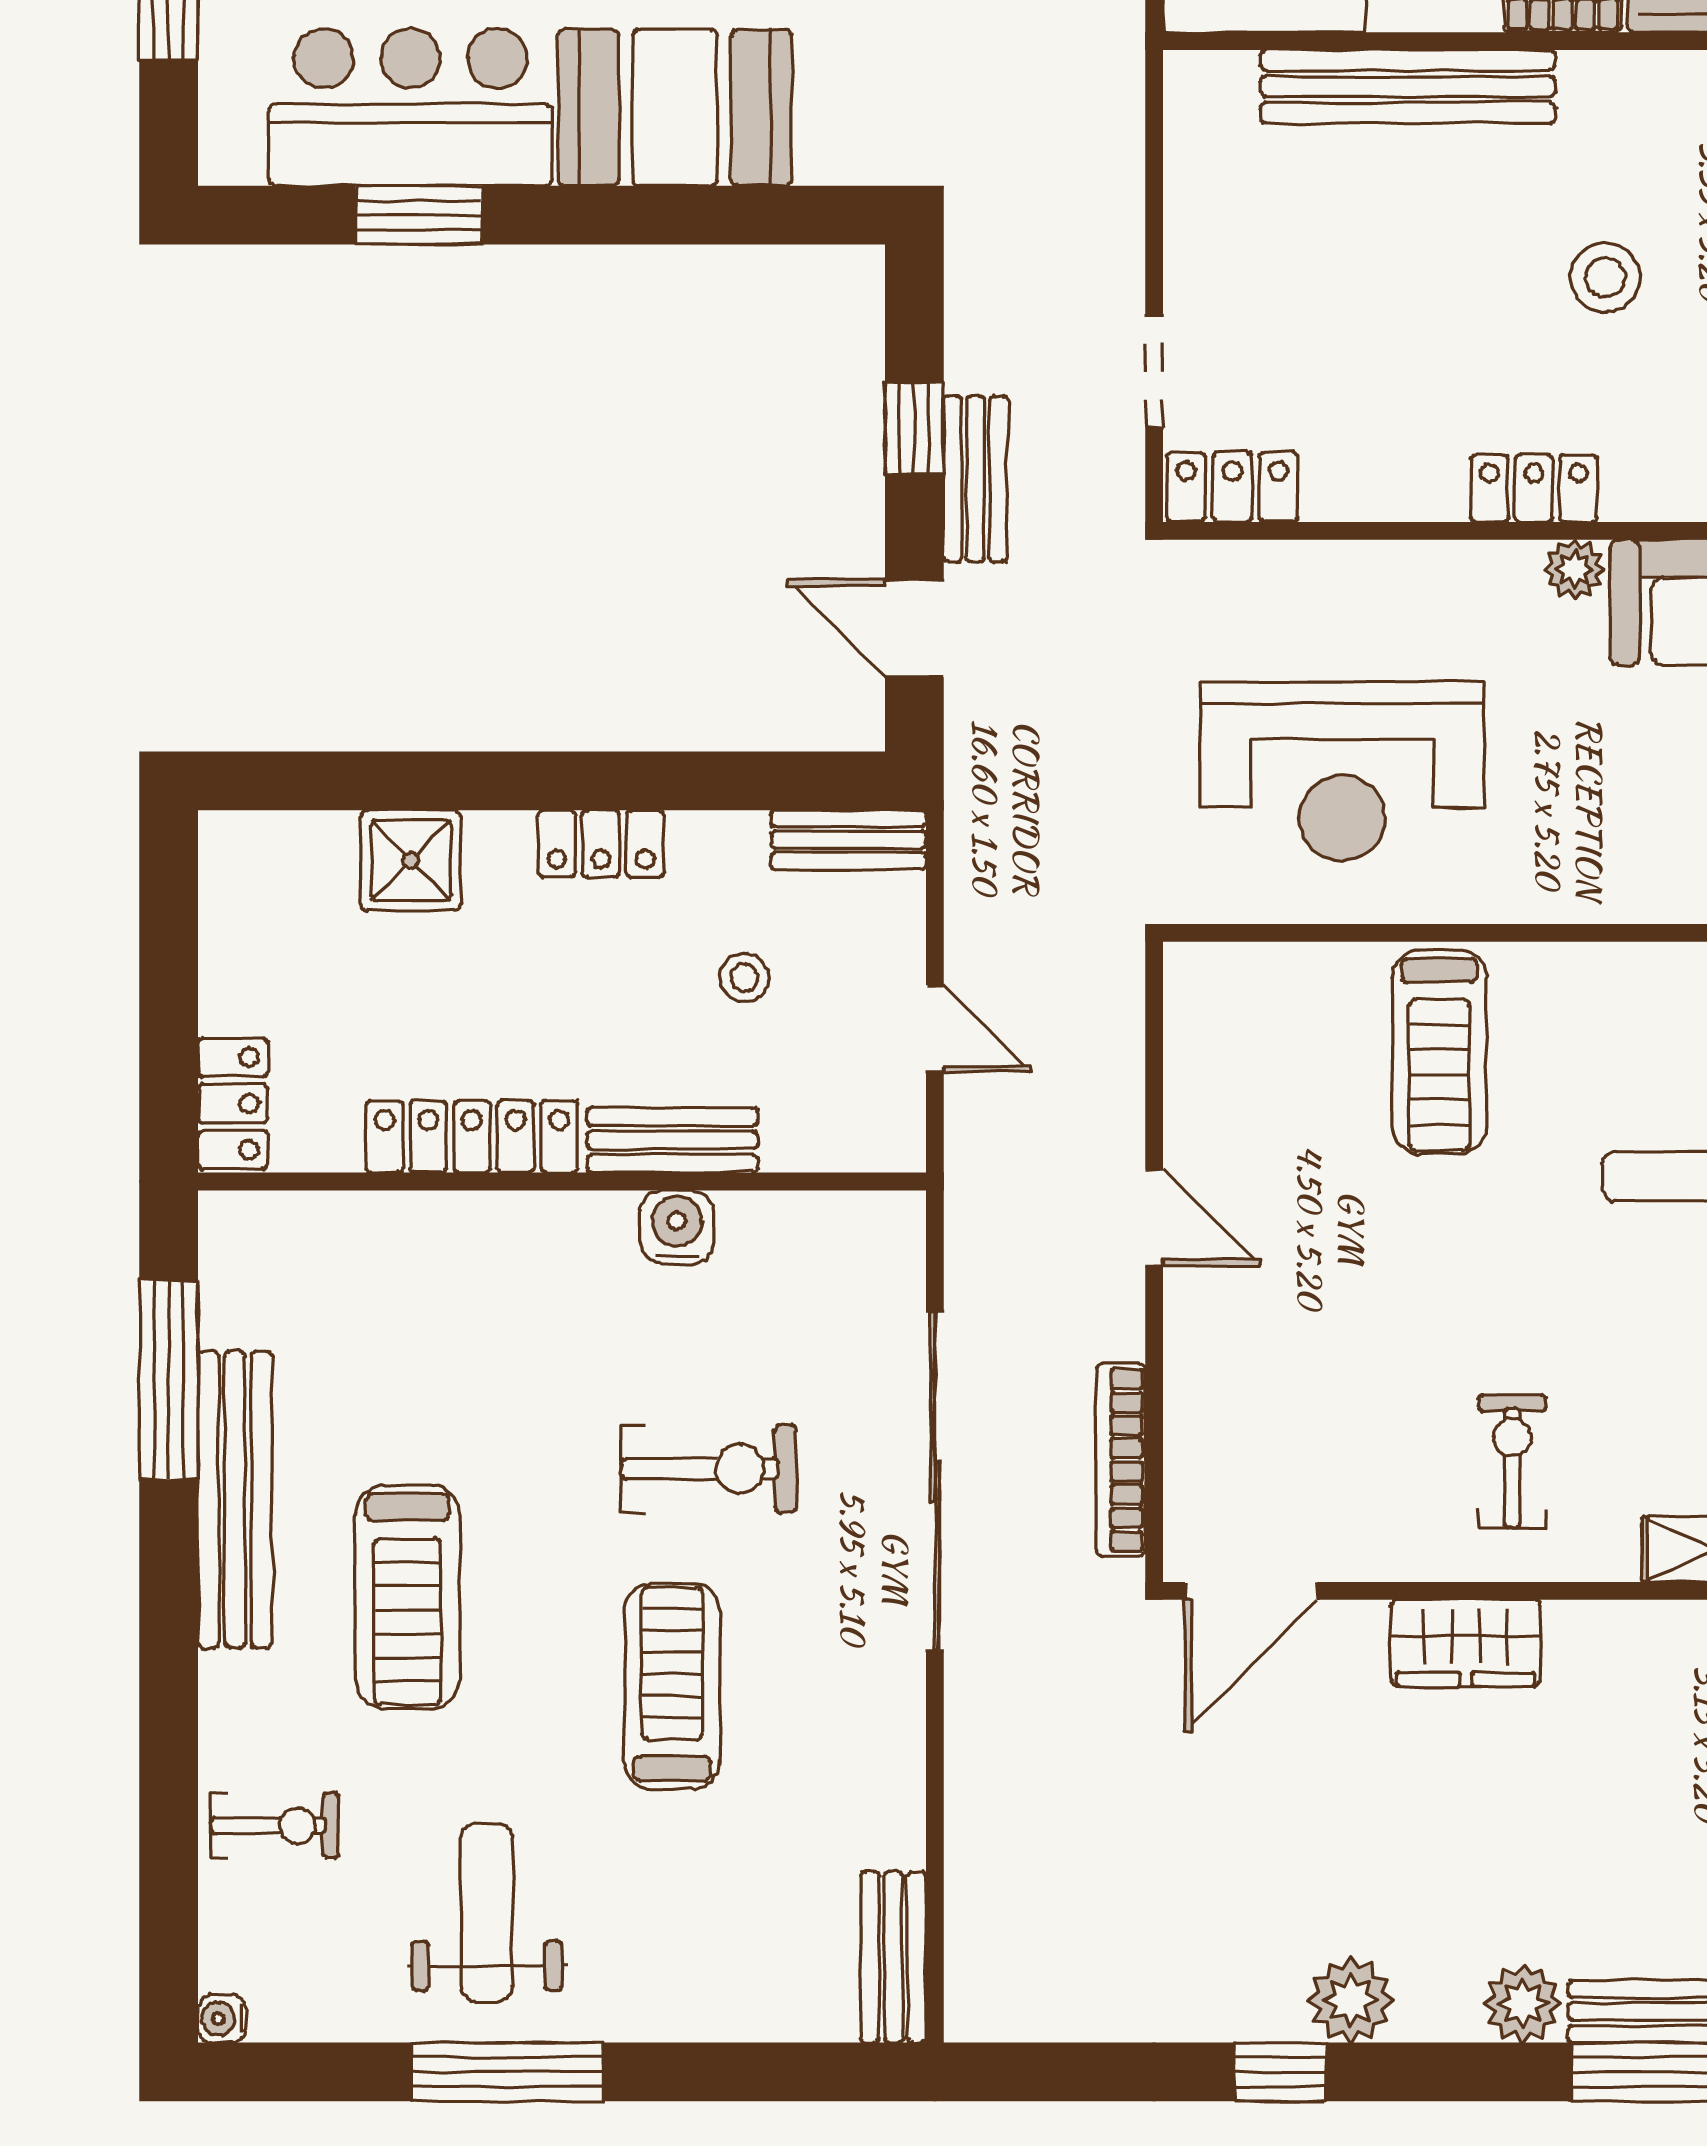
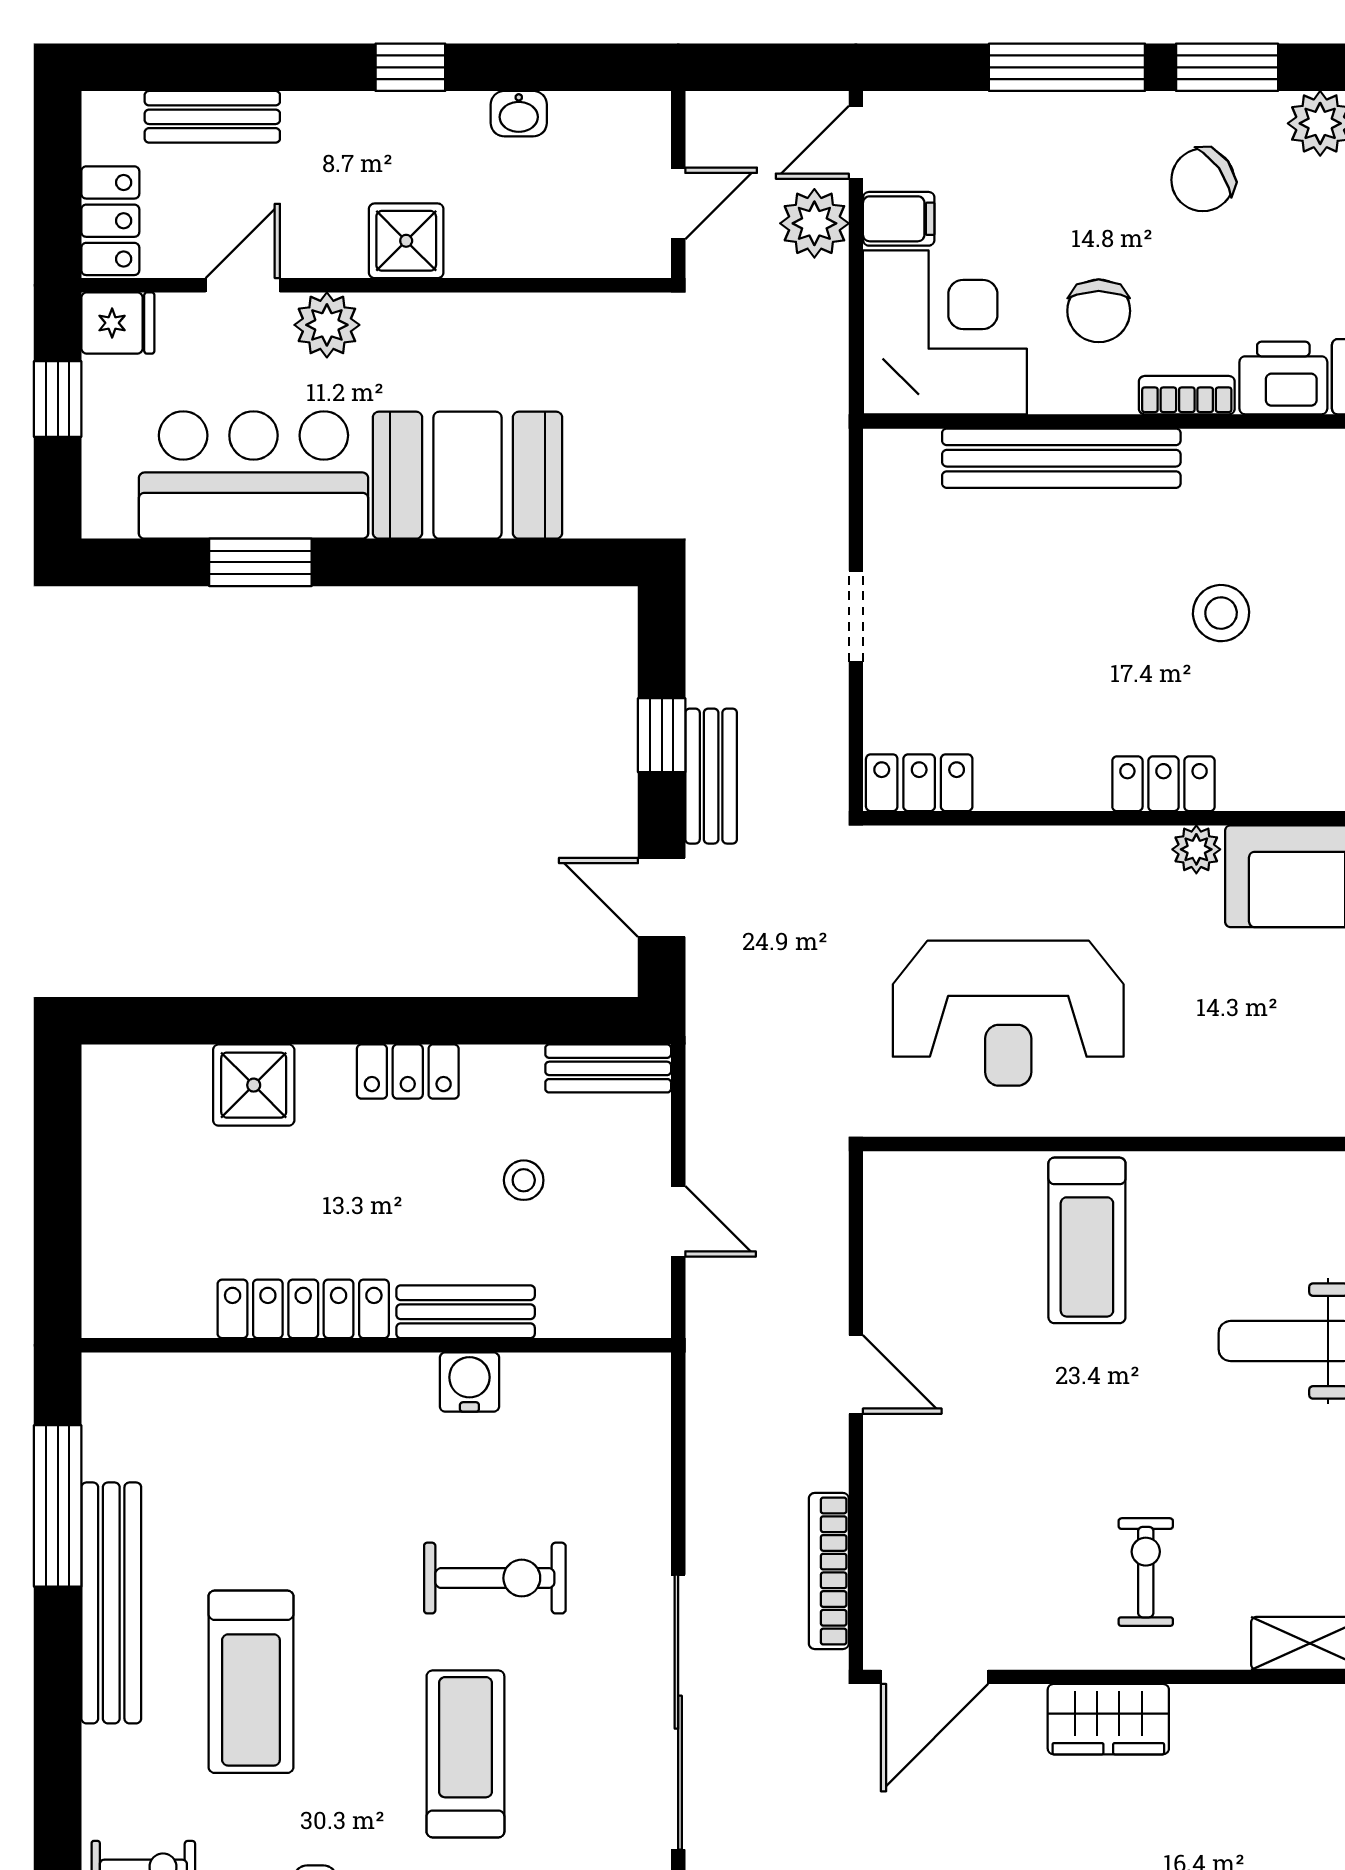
doorway: (1154, 371) -> (856, 616), moved
locker: (233, 1104) -> (110, 1282), removed
sliding door: (935, 1481) -> (678, 1712), moved

